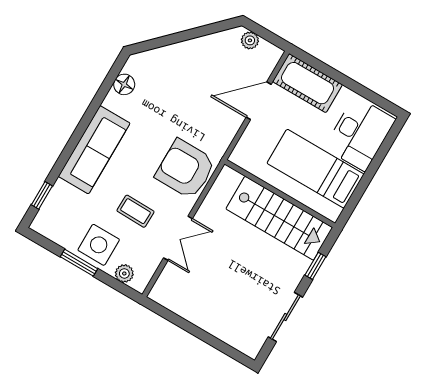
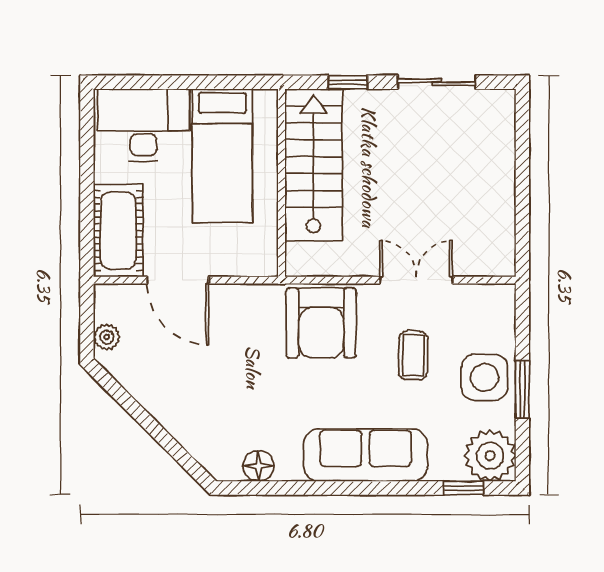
plant: (124, 273) -> (490, 456), moved, width x1.88, depth x1.88

